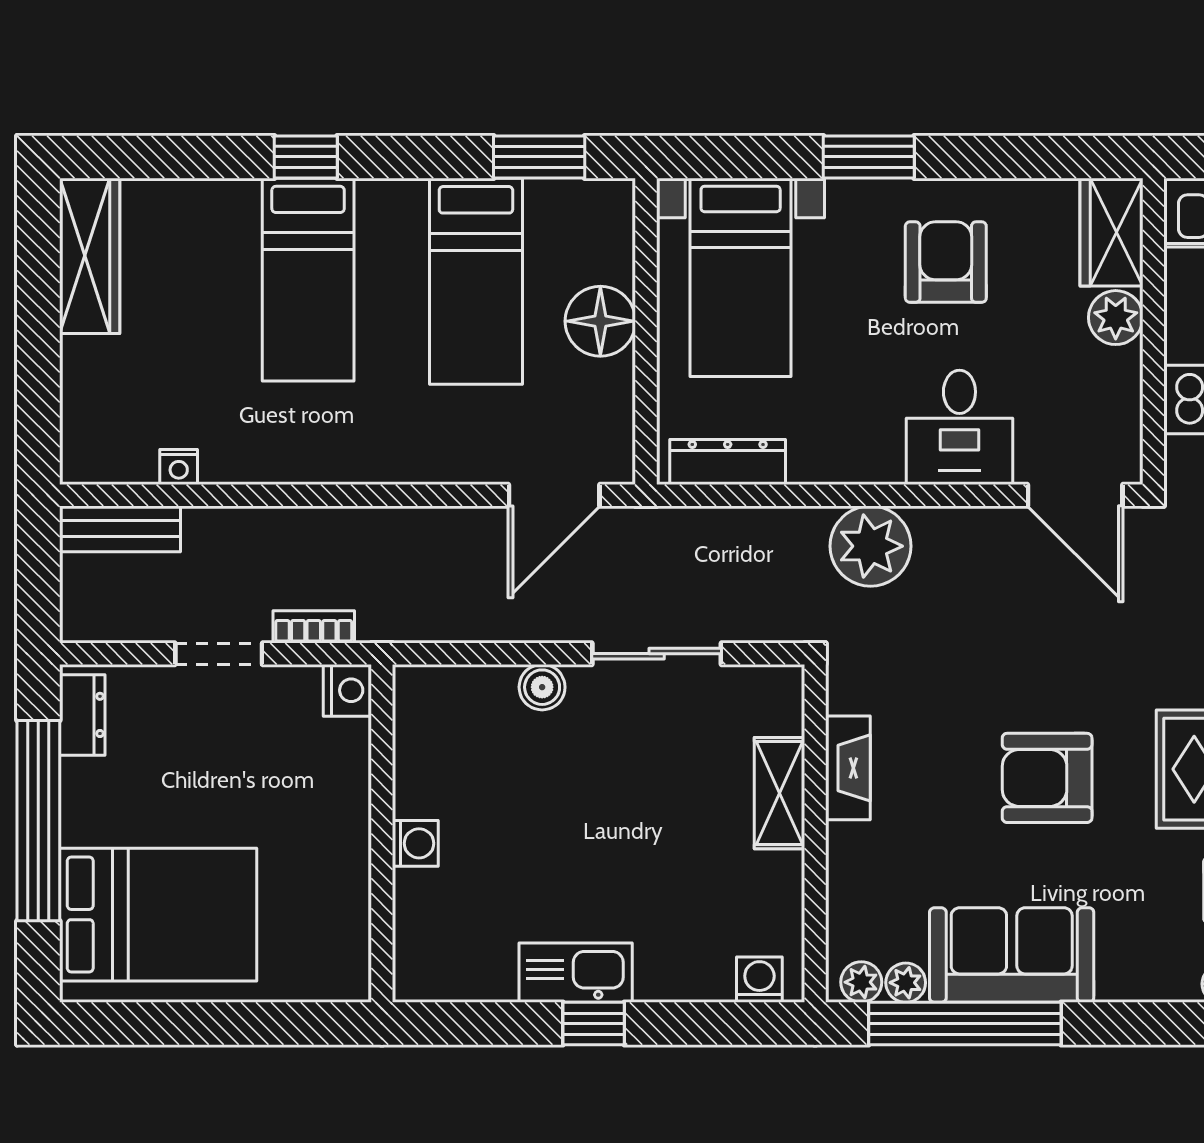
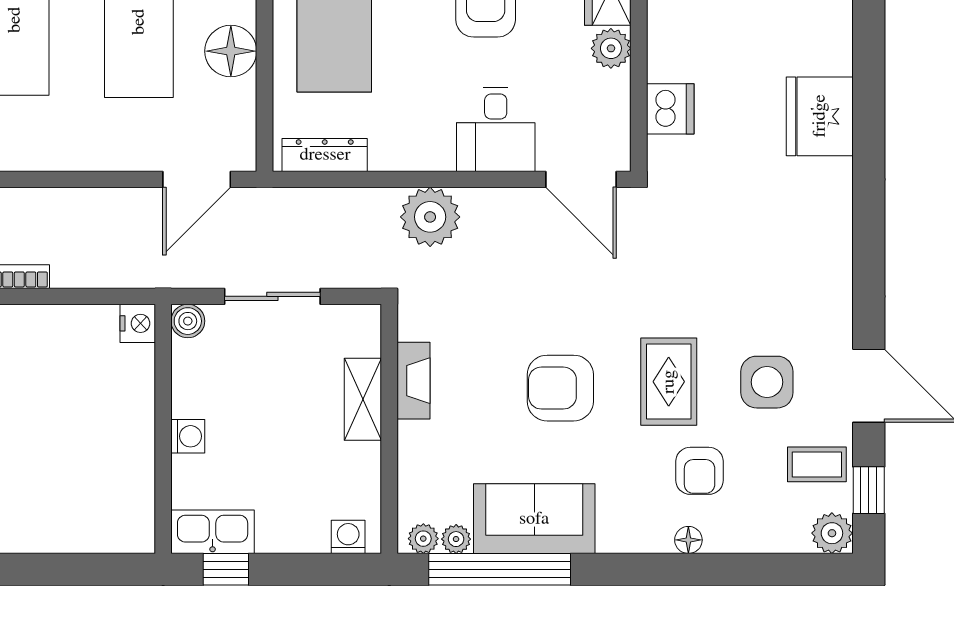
nightstand: (347, 690) -> (138, 323), moved
wall: (382, 833) -> (163, 429), moved
washing machine: (415, 843) -> (188, 436), moved

